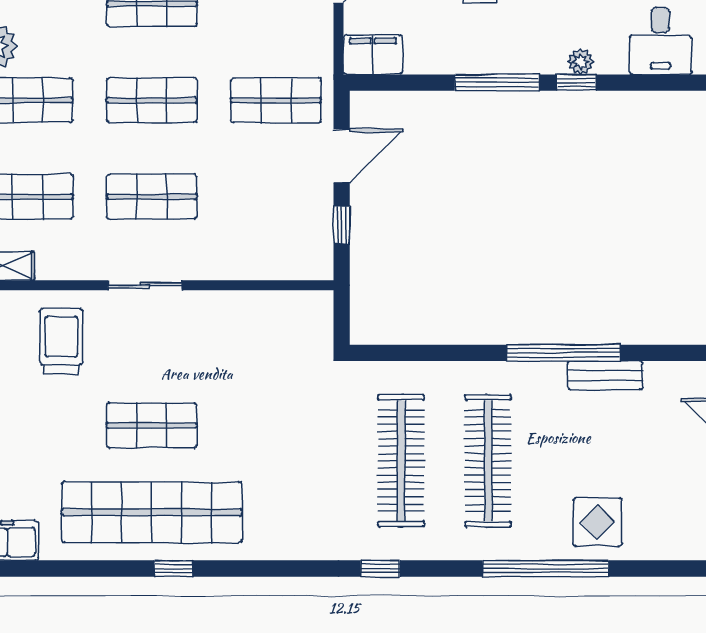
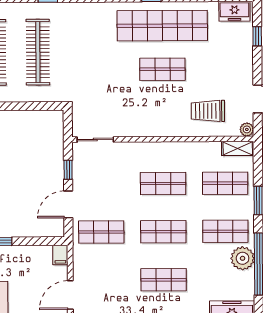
filing cabinet: (373, 55) -> (60, 255), width x0.50
sliding door: (145, 285) -> (95, 140), moved
trolley: (61, 341) -> (208, 111), turned 90

